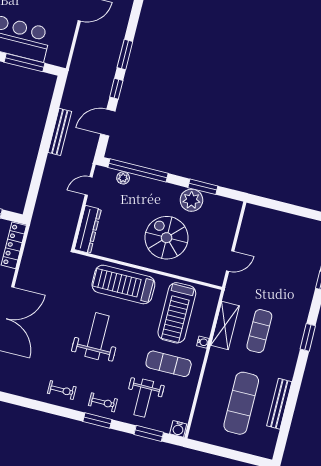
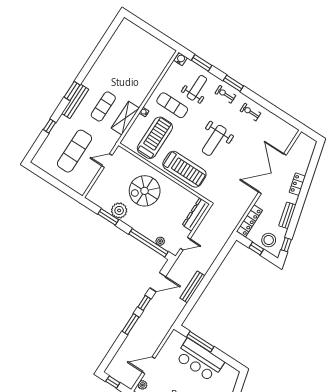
spiral stairs: (167, 238) -> (145, 191), turned 90
exercise mat: (241, 403) -> (74, 151), moved
bench: (279, 404) -> (75, 101), moved

